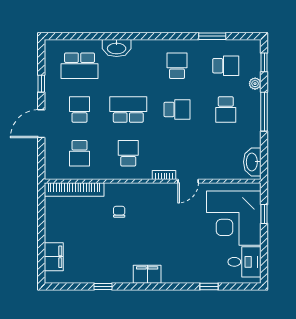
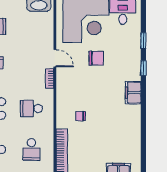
school desk: (80, 153) -> (31, 149), turned 90
chair: (188, 230) -> (96, 58), added
window: (103, 286) -> (143, 68), moved

